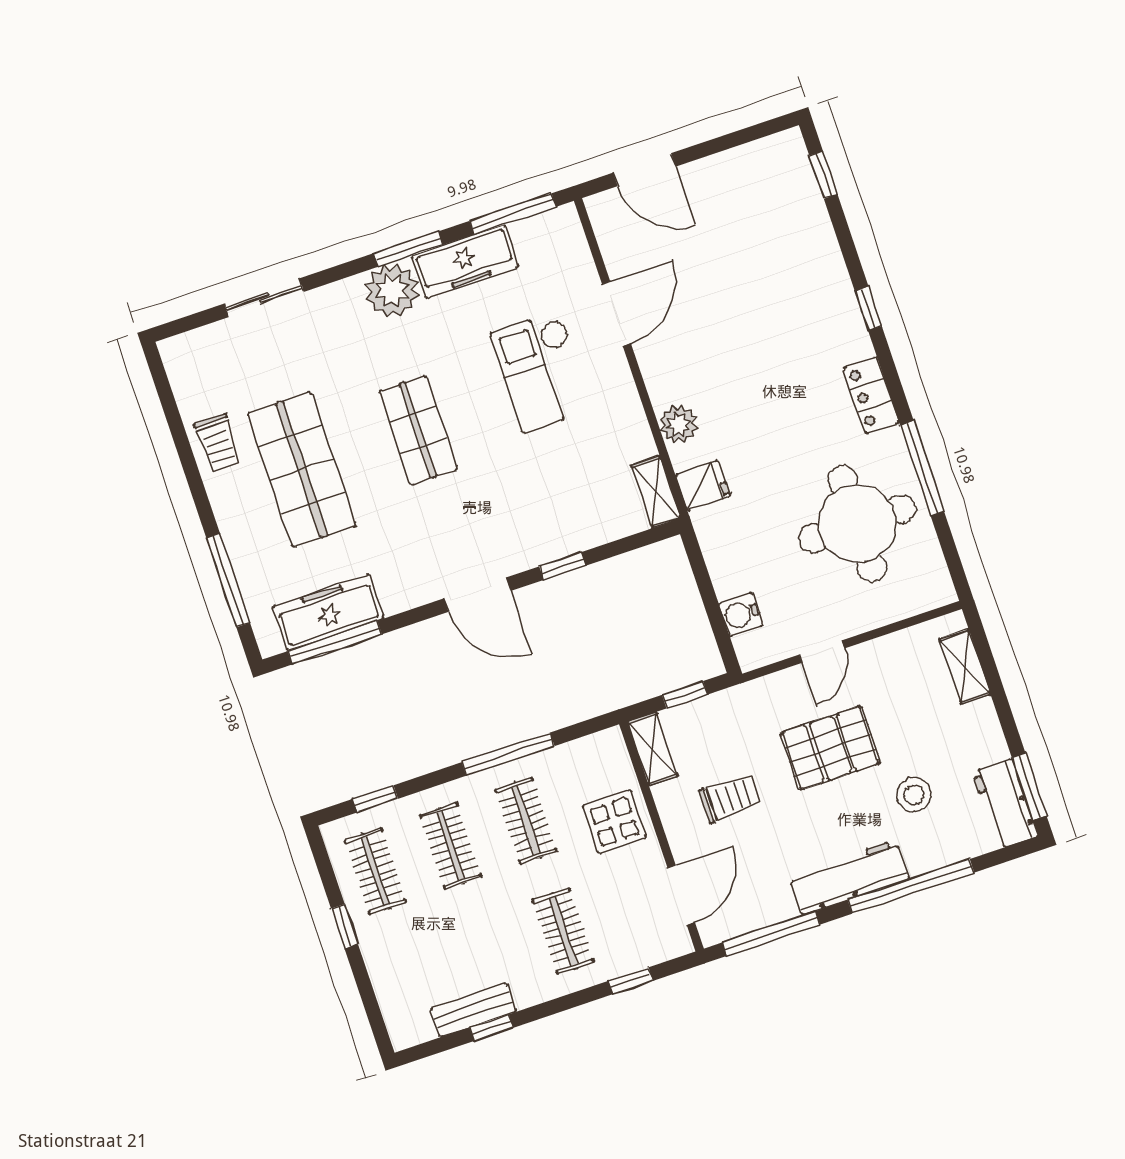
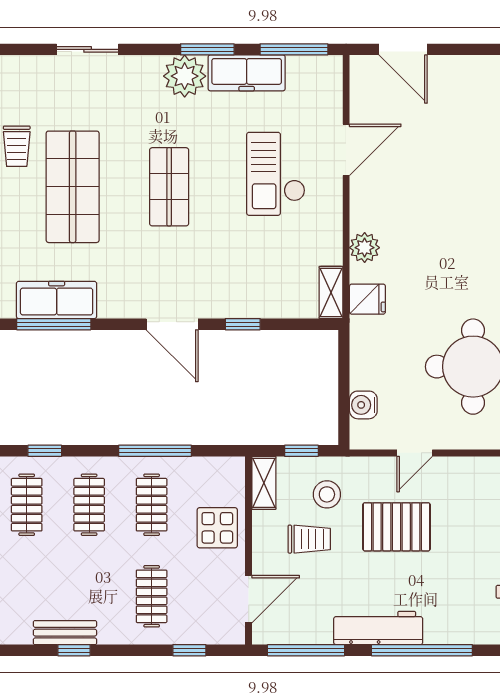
stool: (914, 795) -> (327, 494), moved

